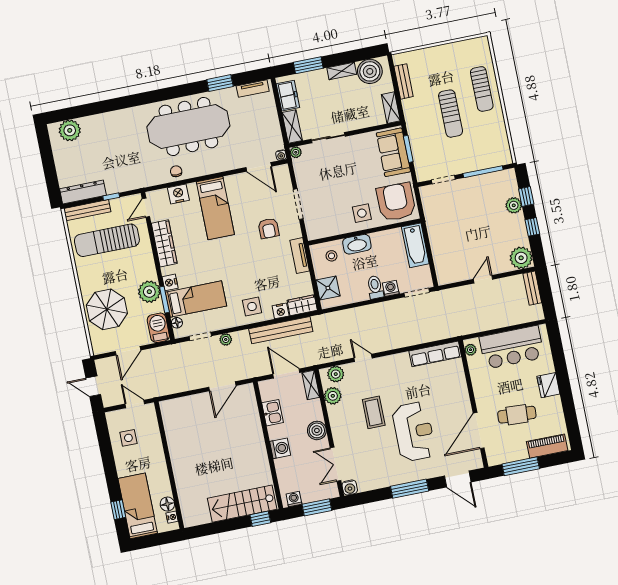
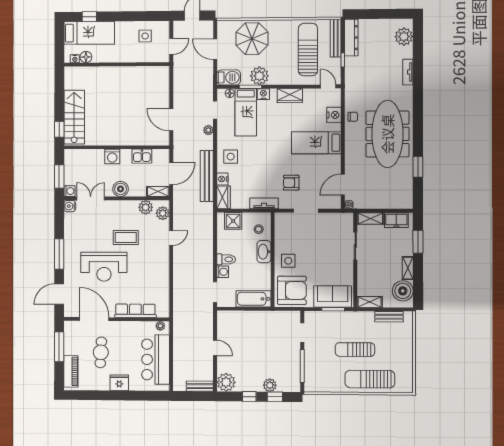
tv unit: (253, 89) -> (408, 72), moved
sun lounger: (482, 89) -> (370, 379), width x1.36, depth x1.34
plant: (296, 152) -> (349, 217), removed
wardrobe: (164, 243) -> (290, 96), width x0.67
row of seats: (435, 354) -> (135, 311), moved, turned 90
washing machine: (294, 499) -> (70, 191), moved

